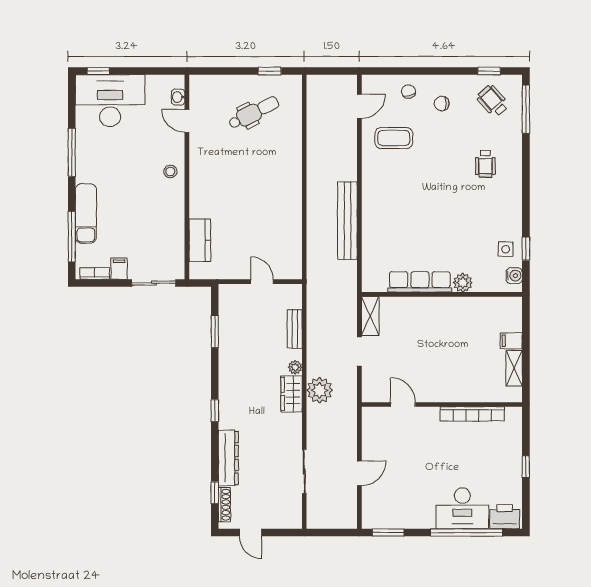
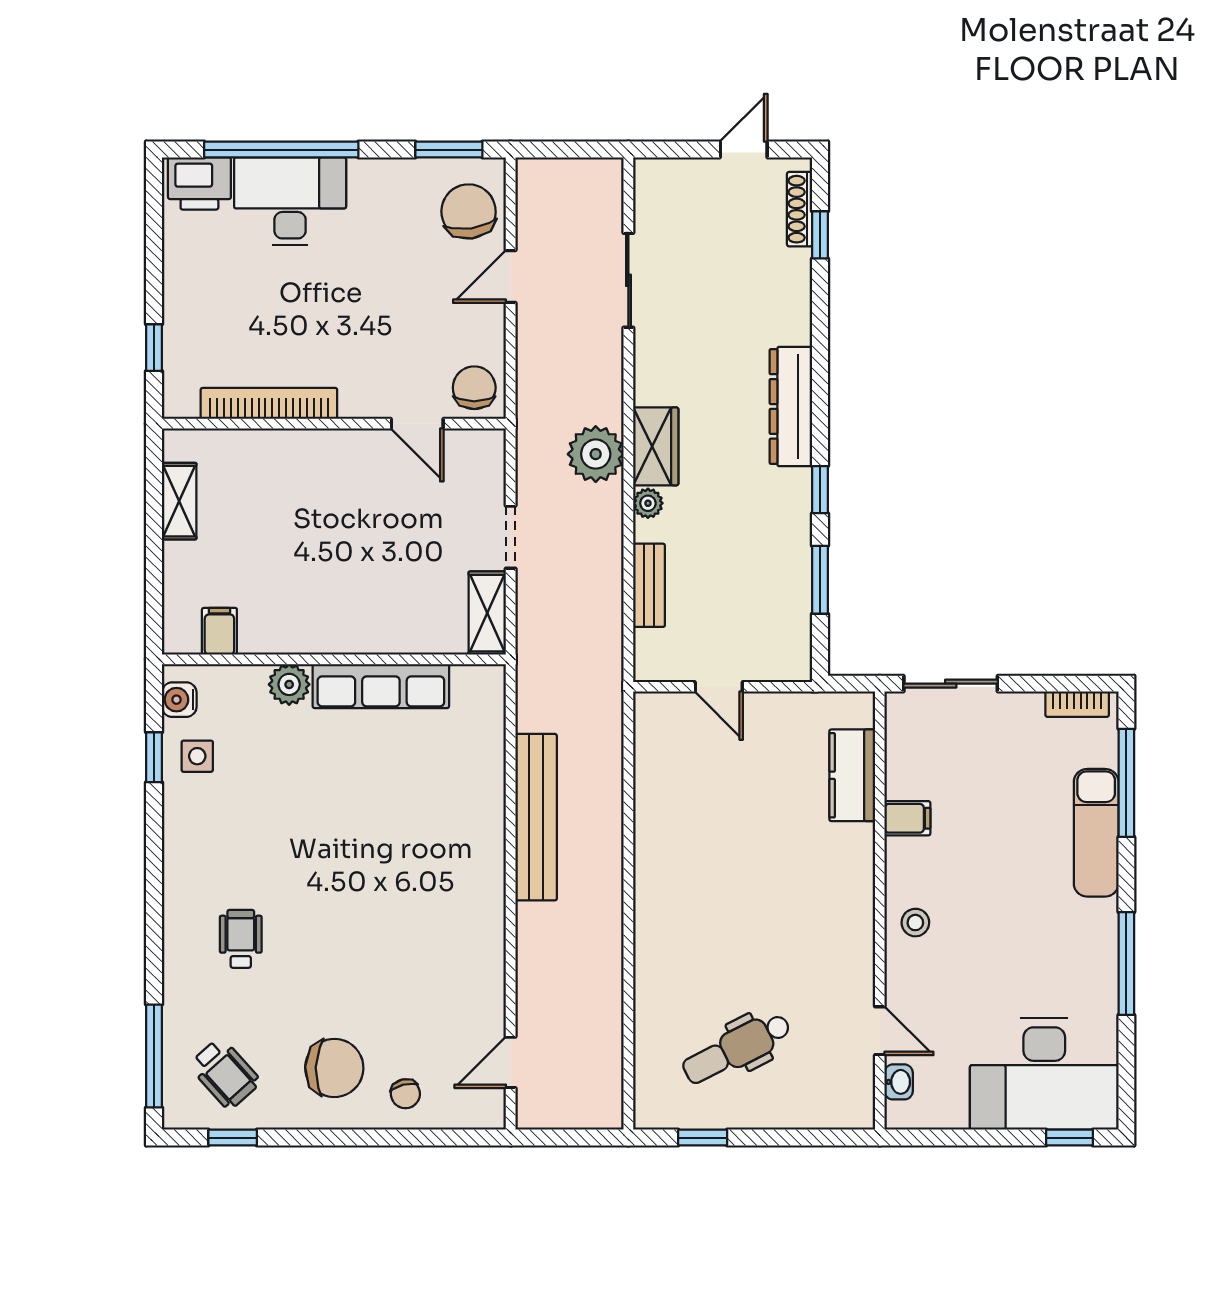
chair: (442, 104) -> (334, 1068), width x1.87, depth x1.87
coffee table: (394, 138) -> (437, 994), removed
filing cabinet: (119, 269) -> (907, 818), moved, turned -90
filing cabinet: (511, 341) -> (219, 631), moved, turned -90
window: (215, 411) -> (820, 490), moved
chair: (376, 421) -> (474, 388), added
dresser: (228, 458) -> (791, 406), moved
window: (526, 467) -> (154, 348), moved
chair: (379, 504) -> (469, 211), added
door: (251, 532) -> (744, 150), hinge flipped

